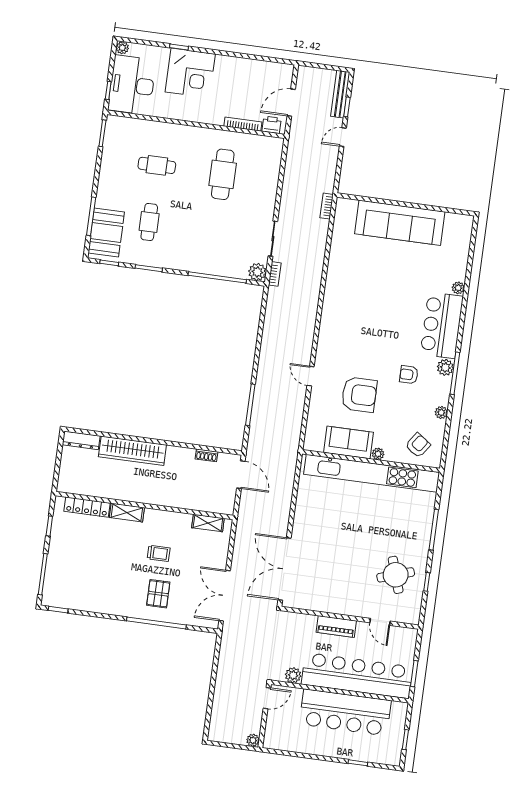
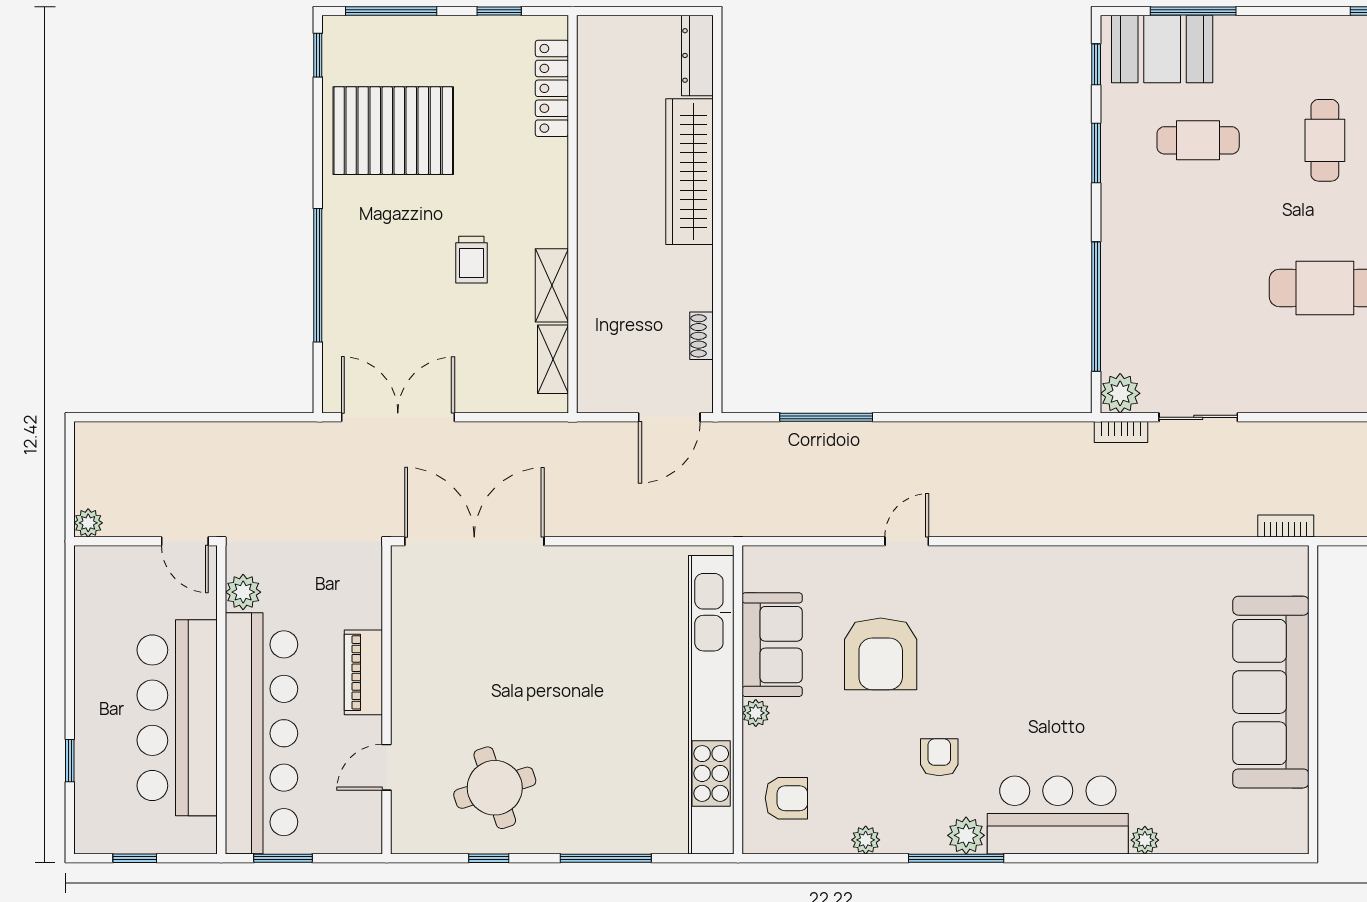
armchair: (418, 445) -> (786, 798), turned -35
shelving: (127, 513) -> (552, 285), moved
pallet: (158, 594) -> (393, 131), moved, width x2.05, depth x2.00

